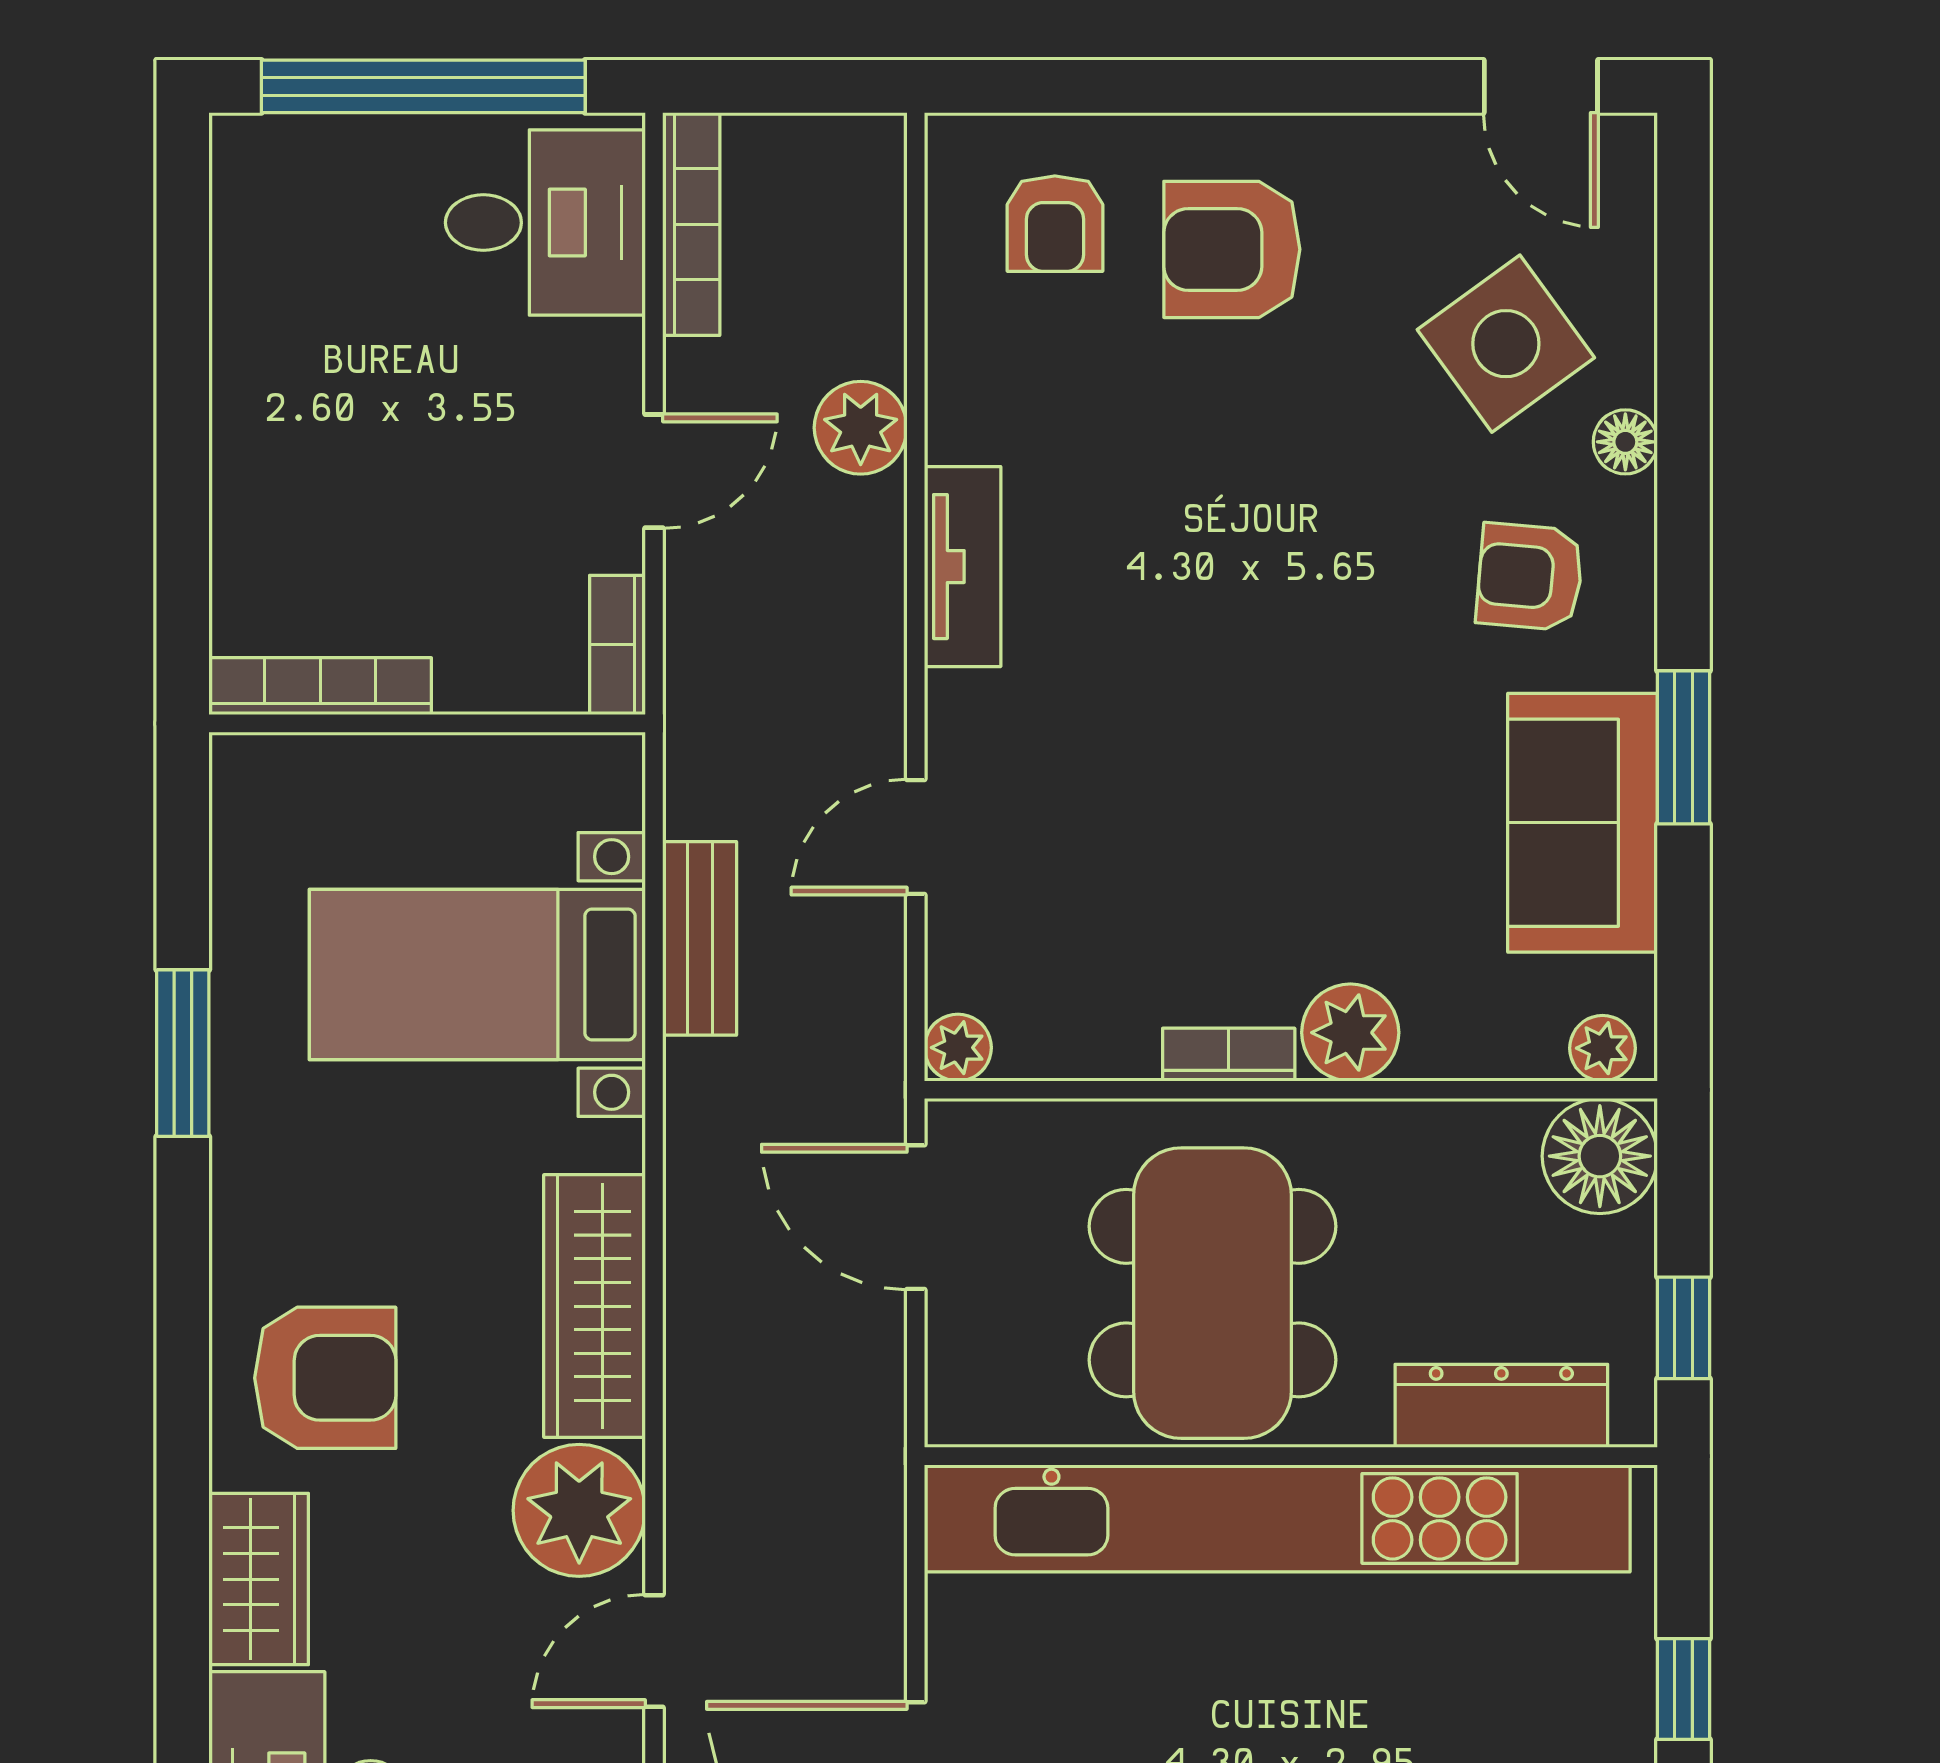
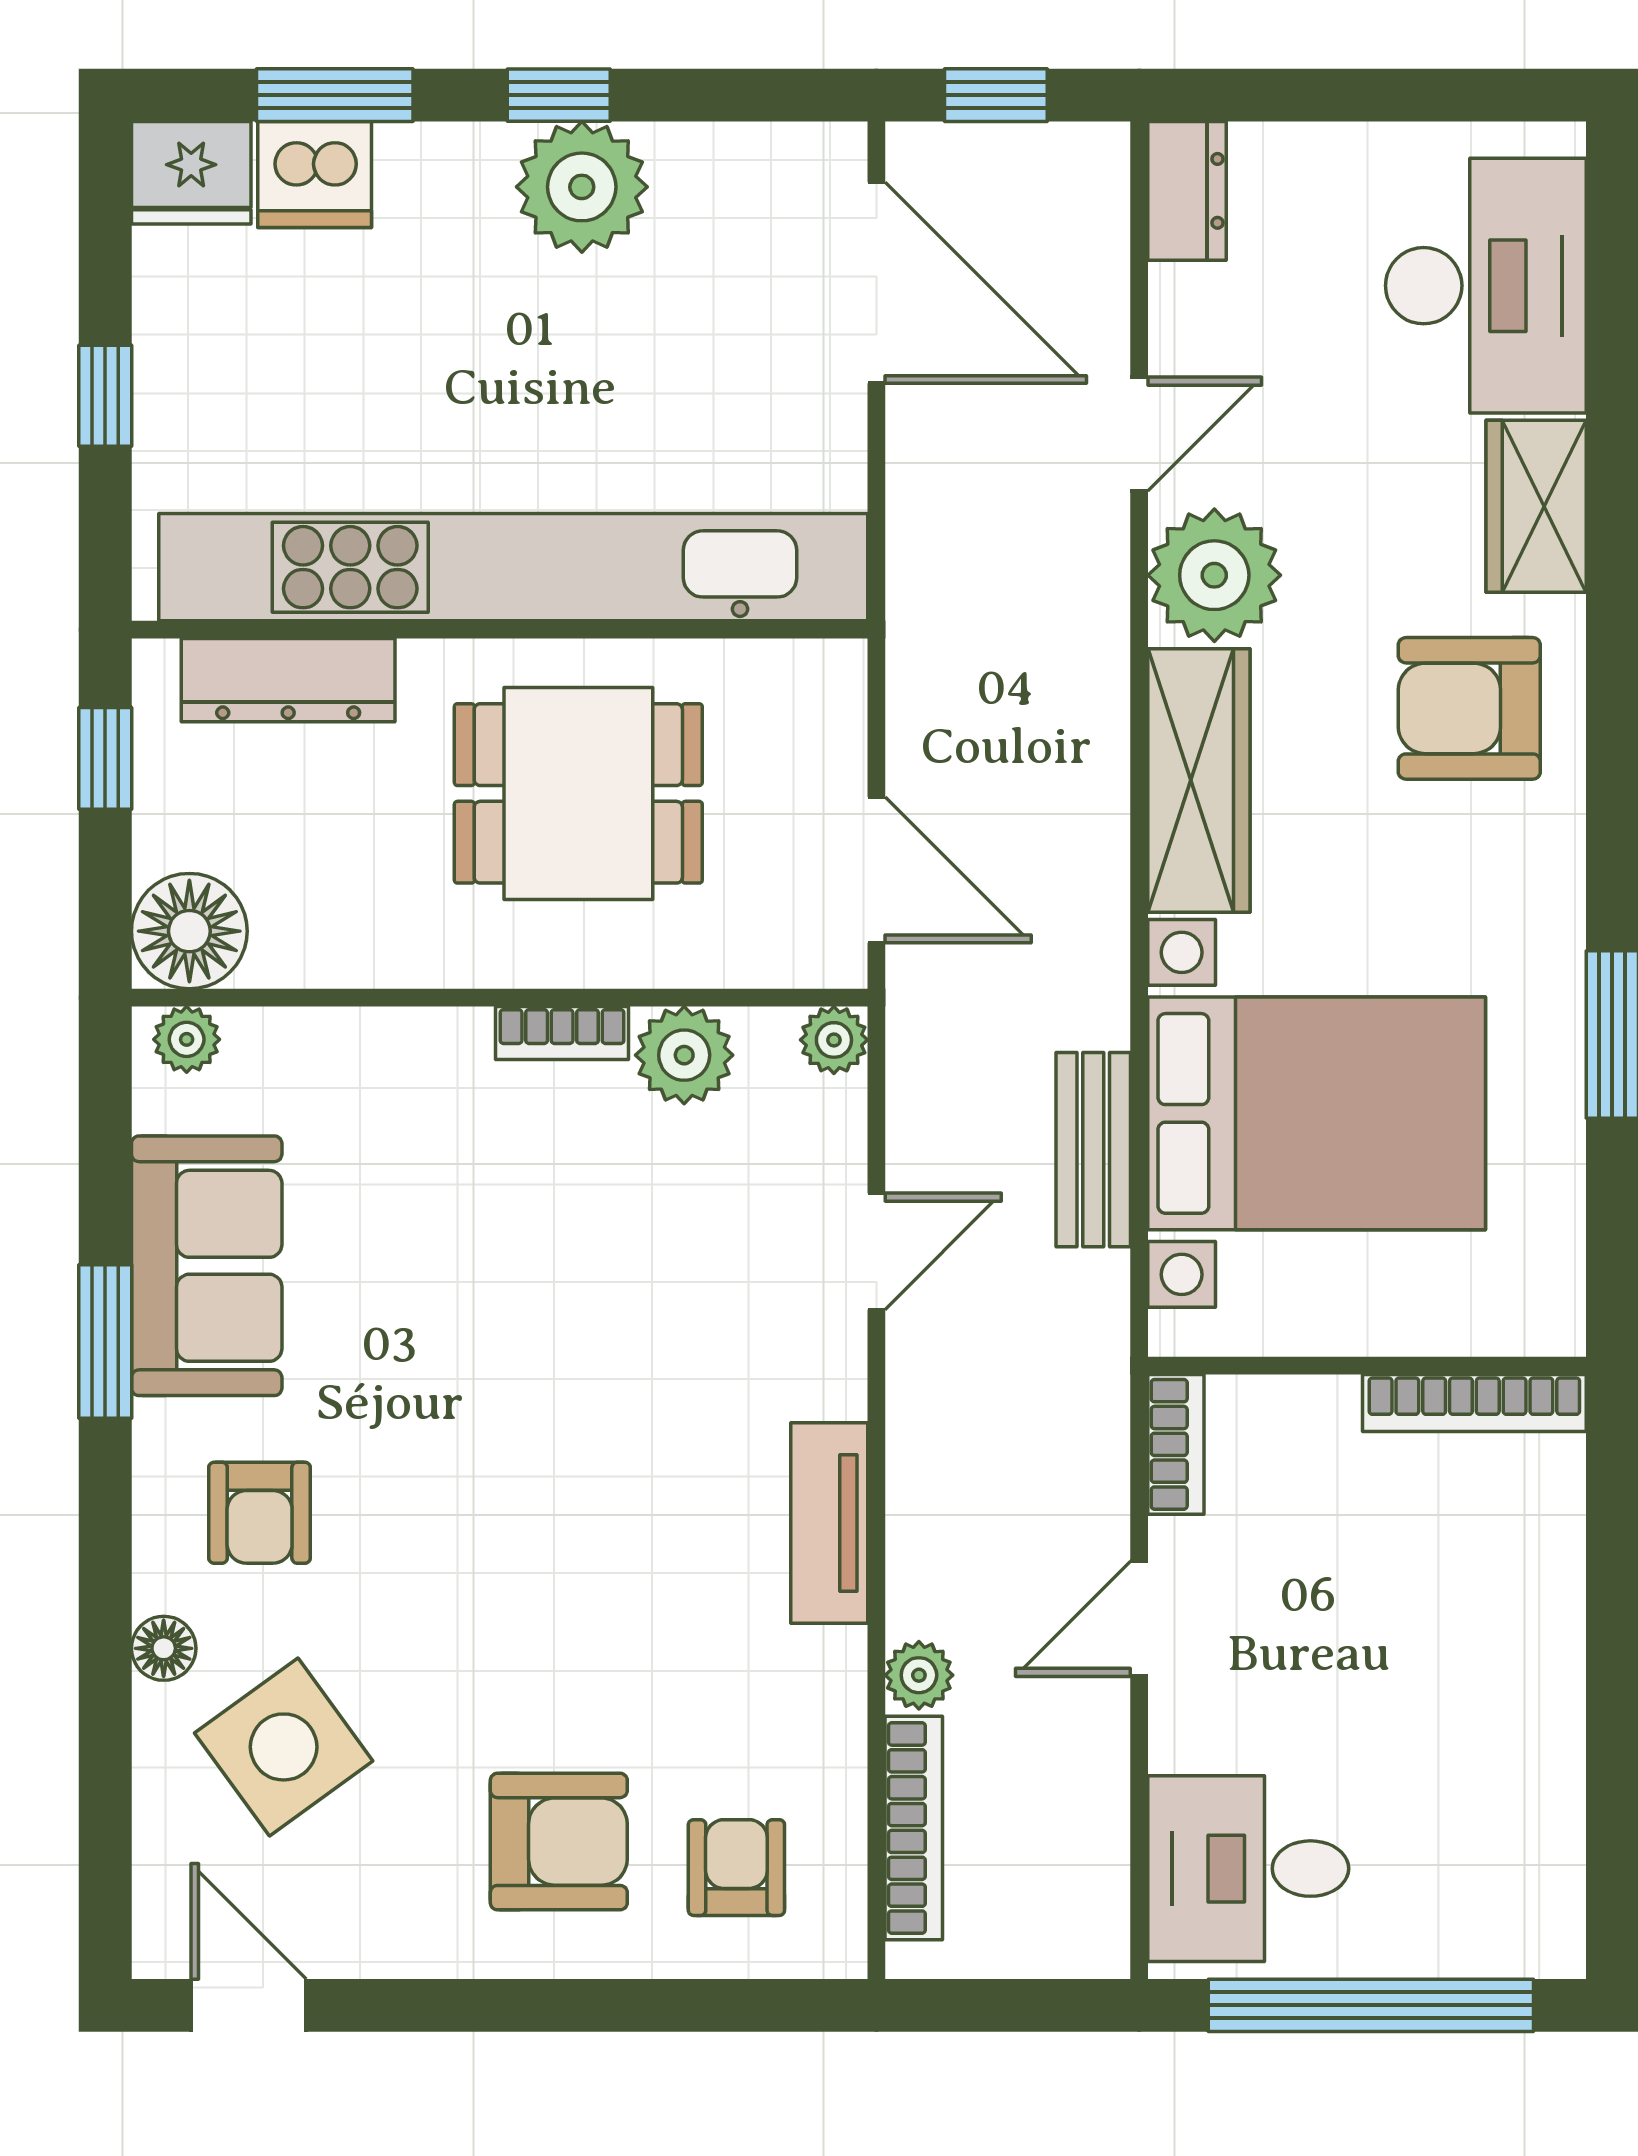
bookcase: (691, 224) -> (914, 1828), moved, turned 180
plant: (861, 428) -> (919, 1675), width x0.73, depth x0.73
armchair: (1530, 577) -> (260, 1513), turned 85
bed with nightstands: (477, 974) -> (1317, 1113), width x1.36
plant: (1350, 1033) -> (684, 1055), moved
dining table: (1212, 1293) -> (578, 793), width x0.73

